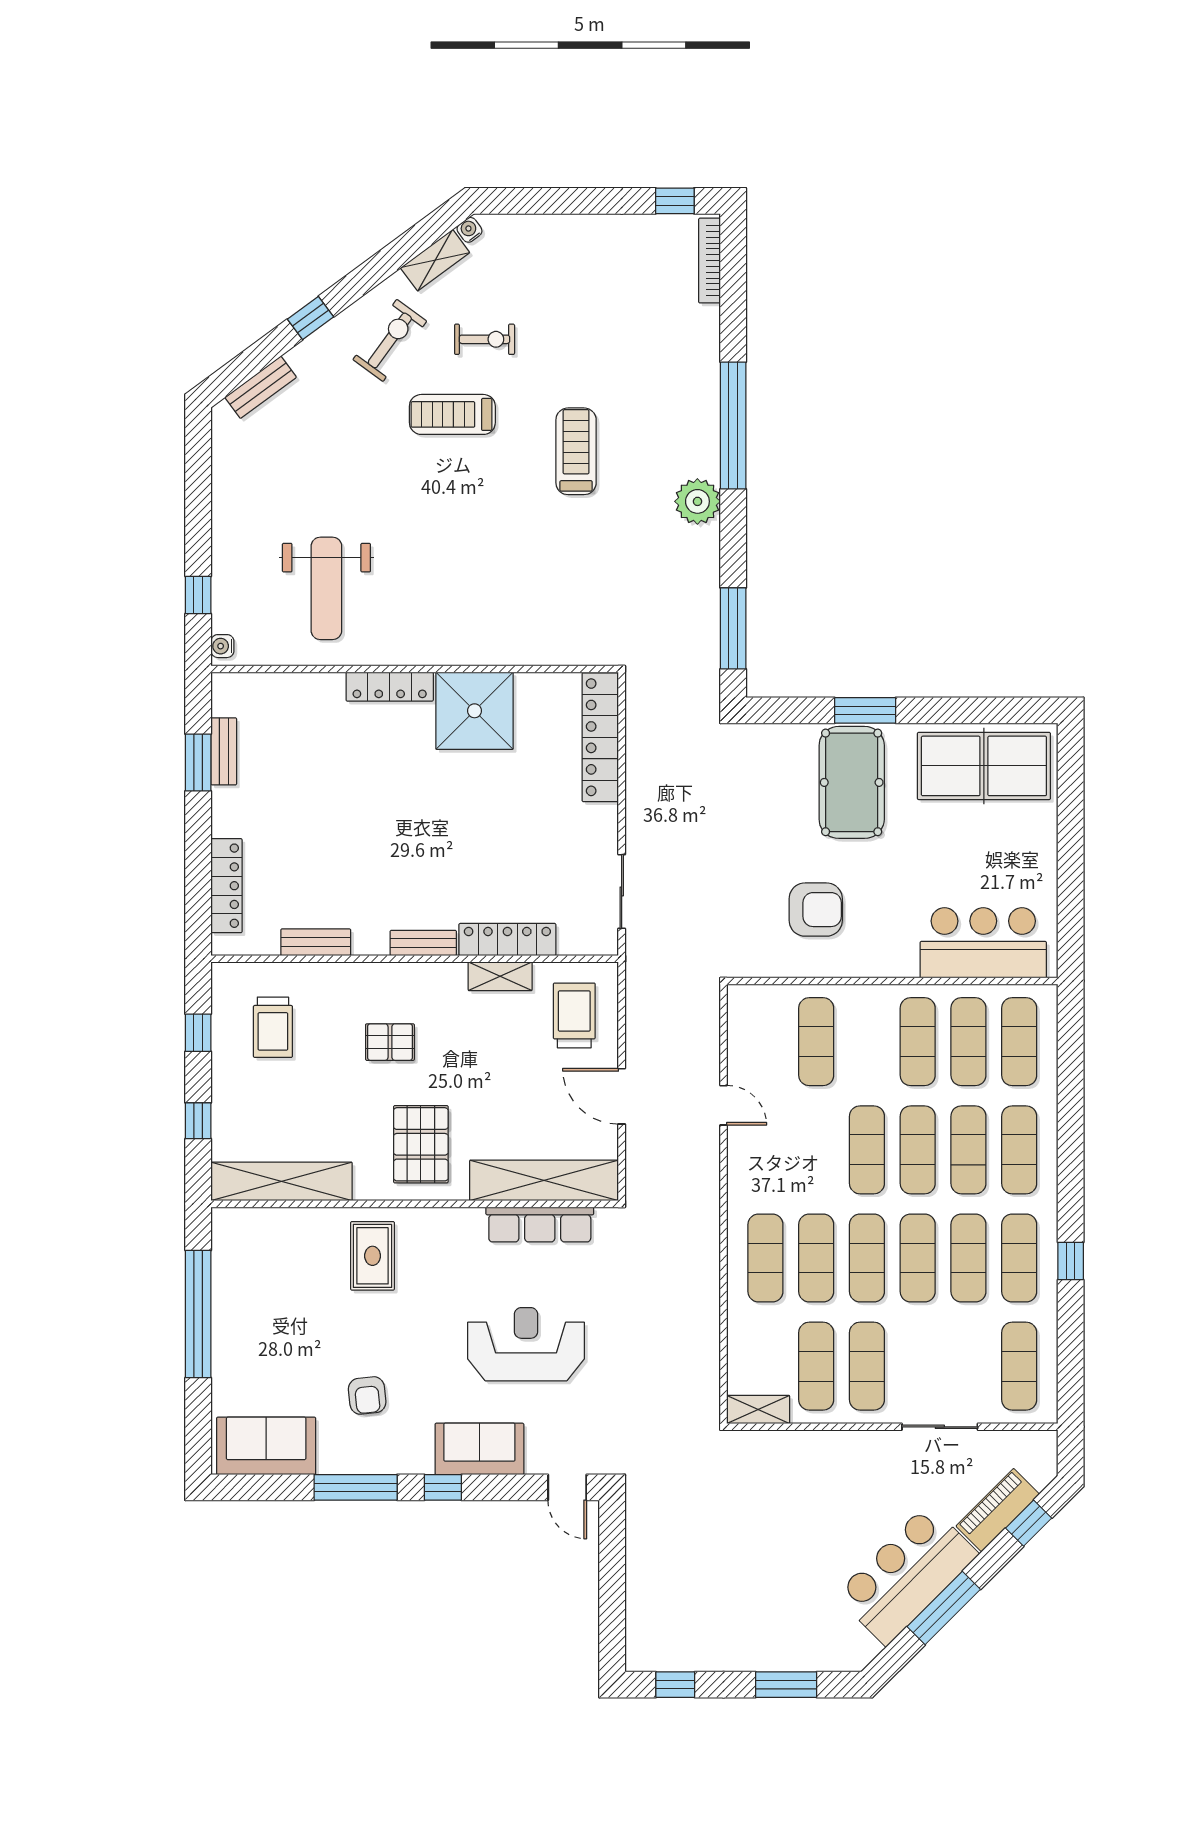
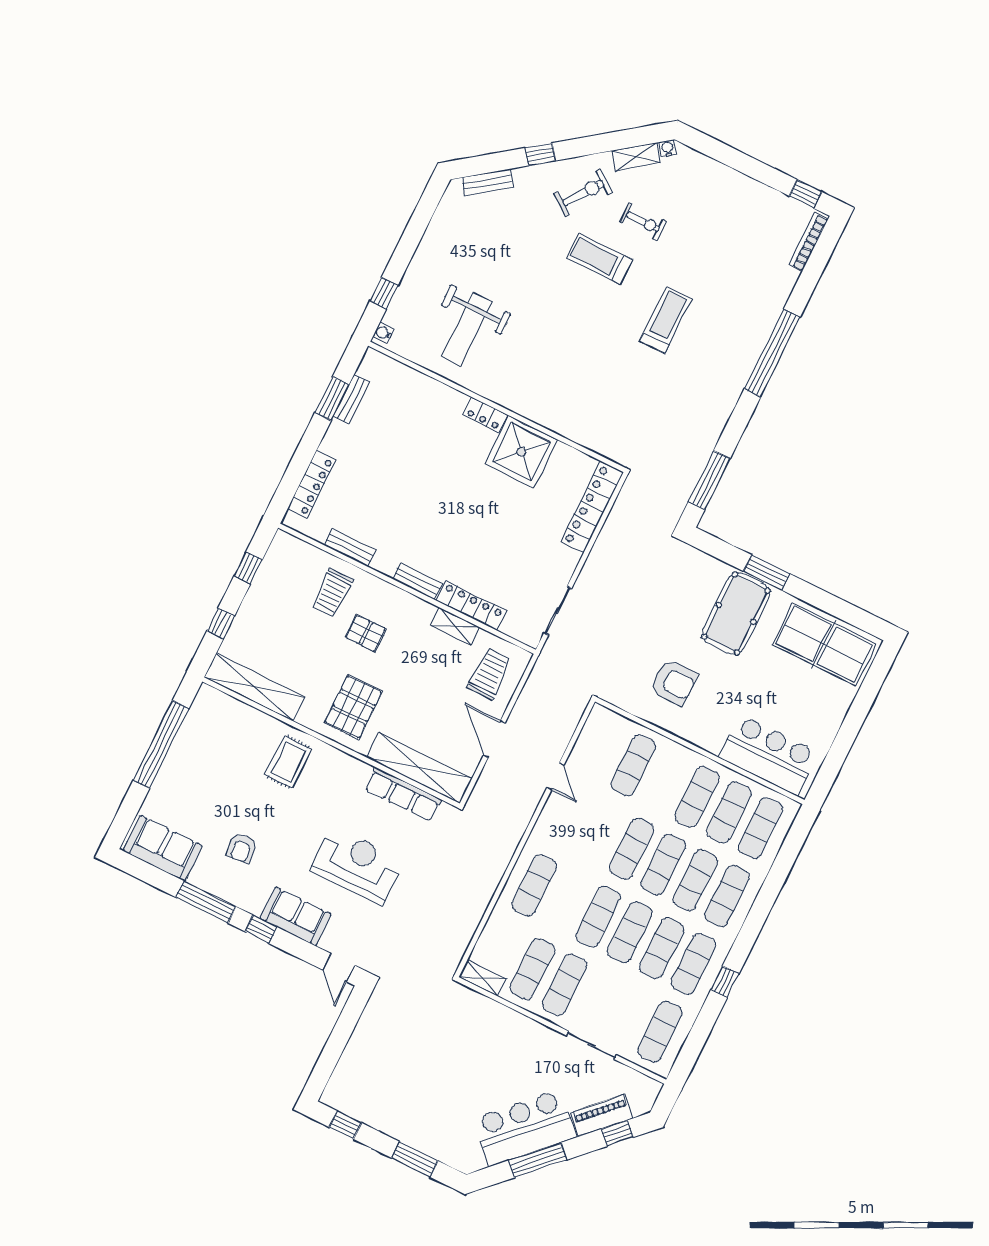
plant: (697, 501) -> (726, 389), removed
locker: (390, 687) -> (485, 415), width x0.66
trolley: (273, 1027) -> (332, 593), moved
exercise mat: (816, 1258) -> (566, 901), removed

